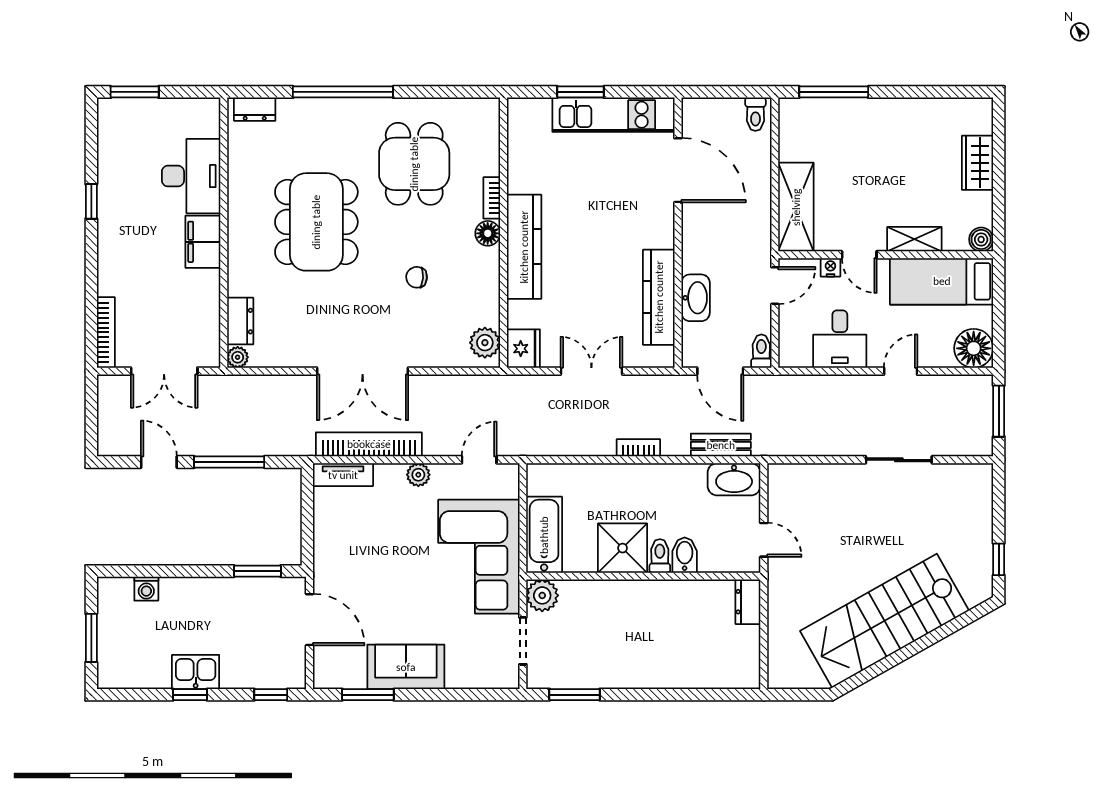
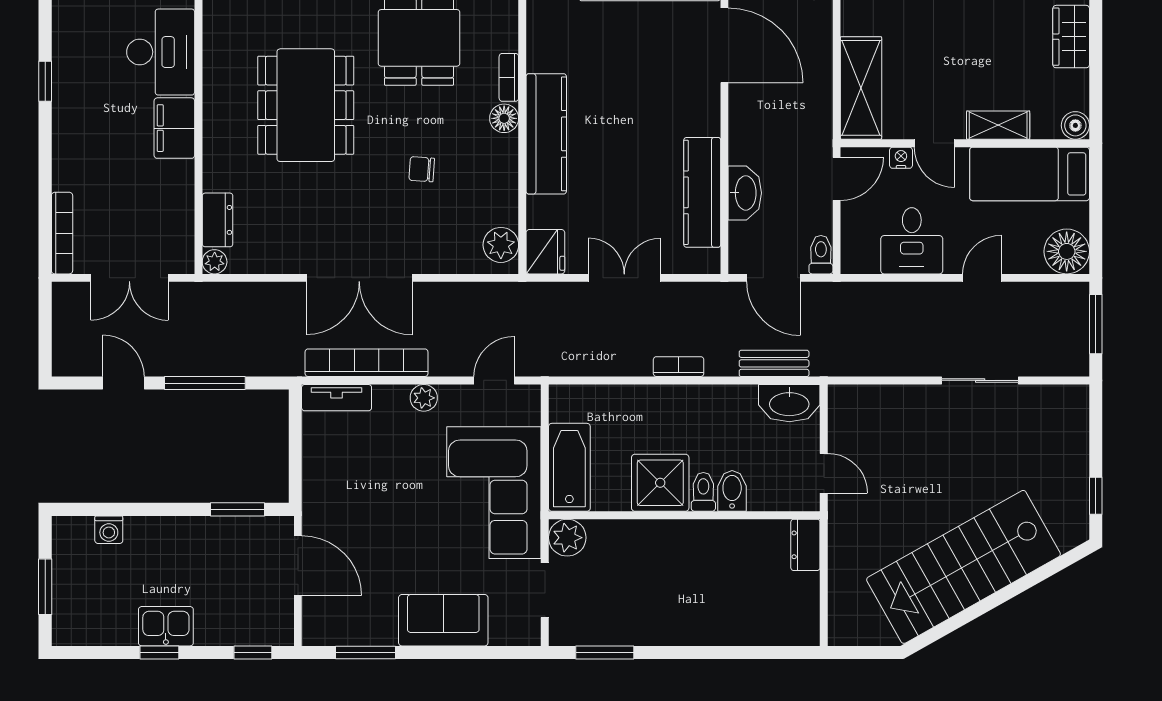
sofa: (406, 667) -> (443, 620), moved

